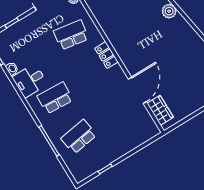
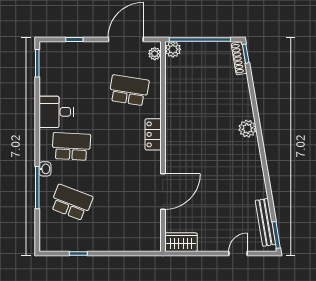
washbasin: (12, 69) -> (45, 169), moved
wardrobe: (160, 110) -> (181, 242), moved, turned -90
school desk: (79, 137) -> (71, 202), turned 30

